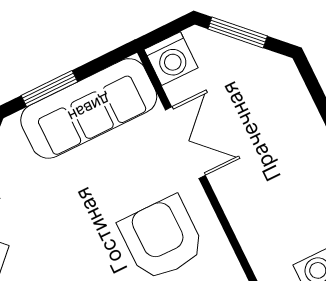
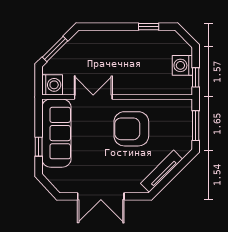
window: (49, 89) -> (39, 147), width x0.67

